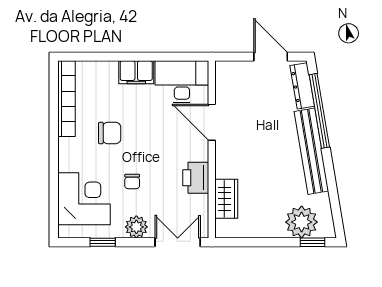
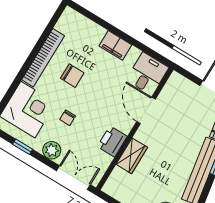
desk: (182, 82) -> (147, 74), width x0.73
bookcase: (66, 99) -> (43, 58), moved
wardrobe: (226, 199) -> (132, 156), moved

